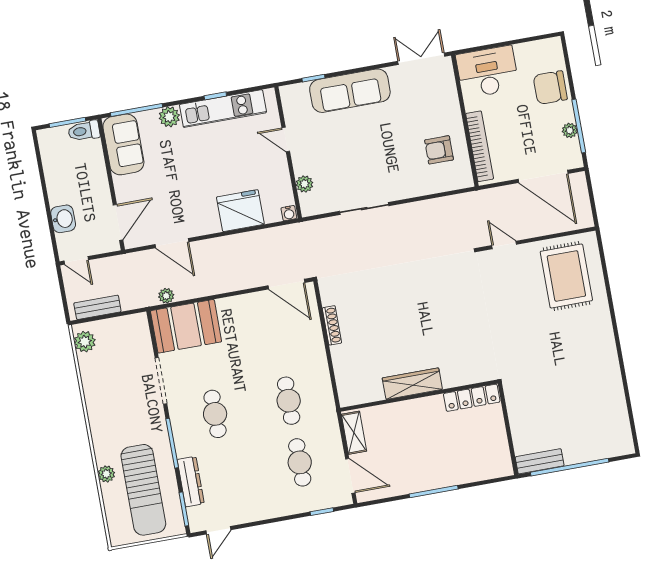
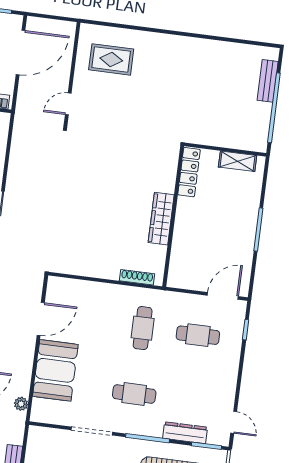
rug: (566, 276) -> (111, 59), width x0.73, depth x0.70
door: (286, 284) -> (41, 319), moved
shoe rack: (332, 325) -> (137, 277), moved
booth: (186, 326) -> (55, 370), moved
cafe table: (289, 401) -> (143, 328), turned 90
shelving: (354, 433) -> (238, 161), moved
bench: (540, 461) -> (268, 81), moved

